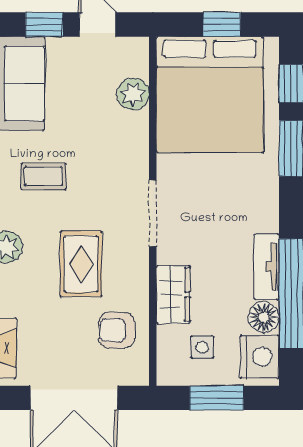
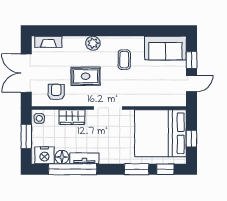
plant: (133, 94) -> (161, 99), removed
side table: (202, 347) -> (39, 118), moved

